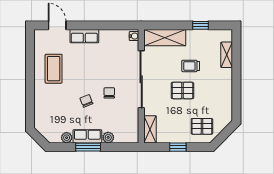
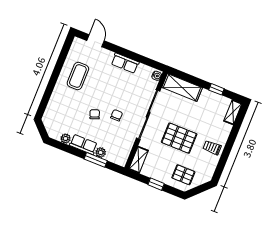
row of seats: (84, 36) -> (125, 63), moved
shelving: (227, 55) -> (233, 112), moved
trolley: (191, 66) -> (212, 148), moved
pallet: (182, 90) -> (179, 138), width x1.50, depth x1.42
window: (88, 147) -> (96, 160), moved

